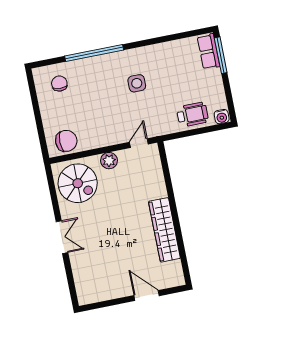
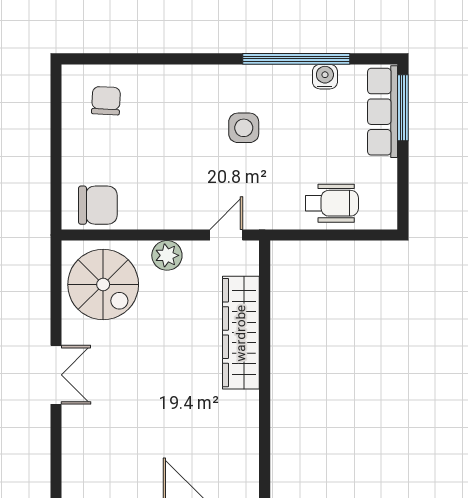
row of seats: (208, 52) -> (383, 112), width x1.48
window: (94, 53) -> (296, 59), moved
water cooler: (222, 117) -> (325, 77), moved, turned 180
wardrobe: (164, 230) -> (241, 333), moved

